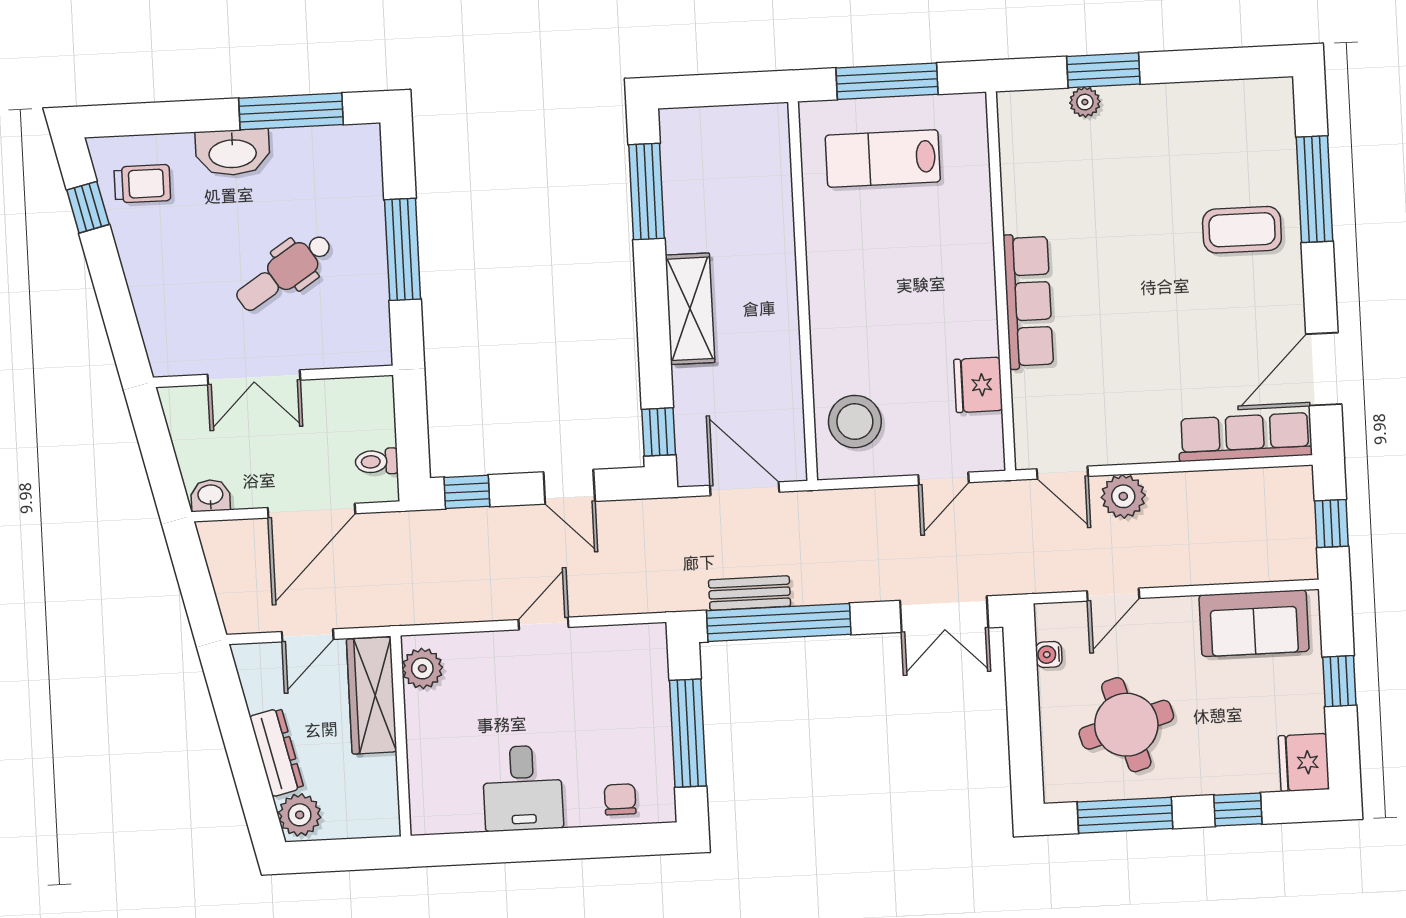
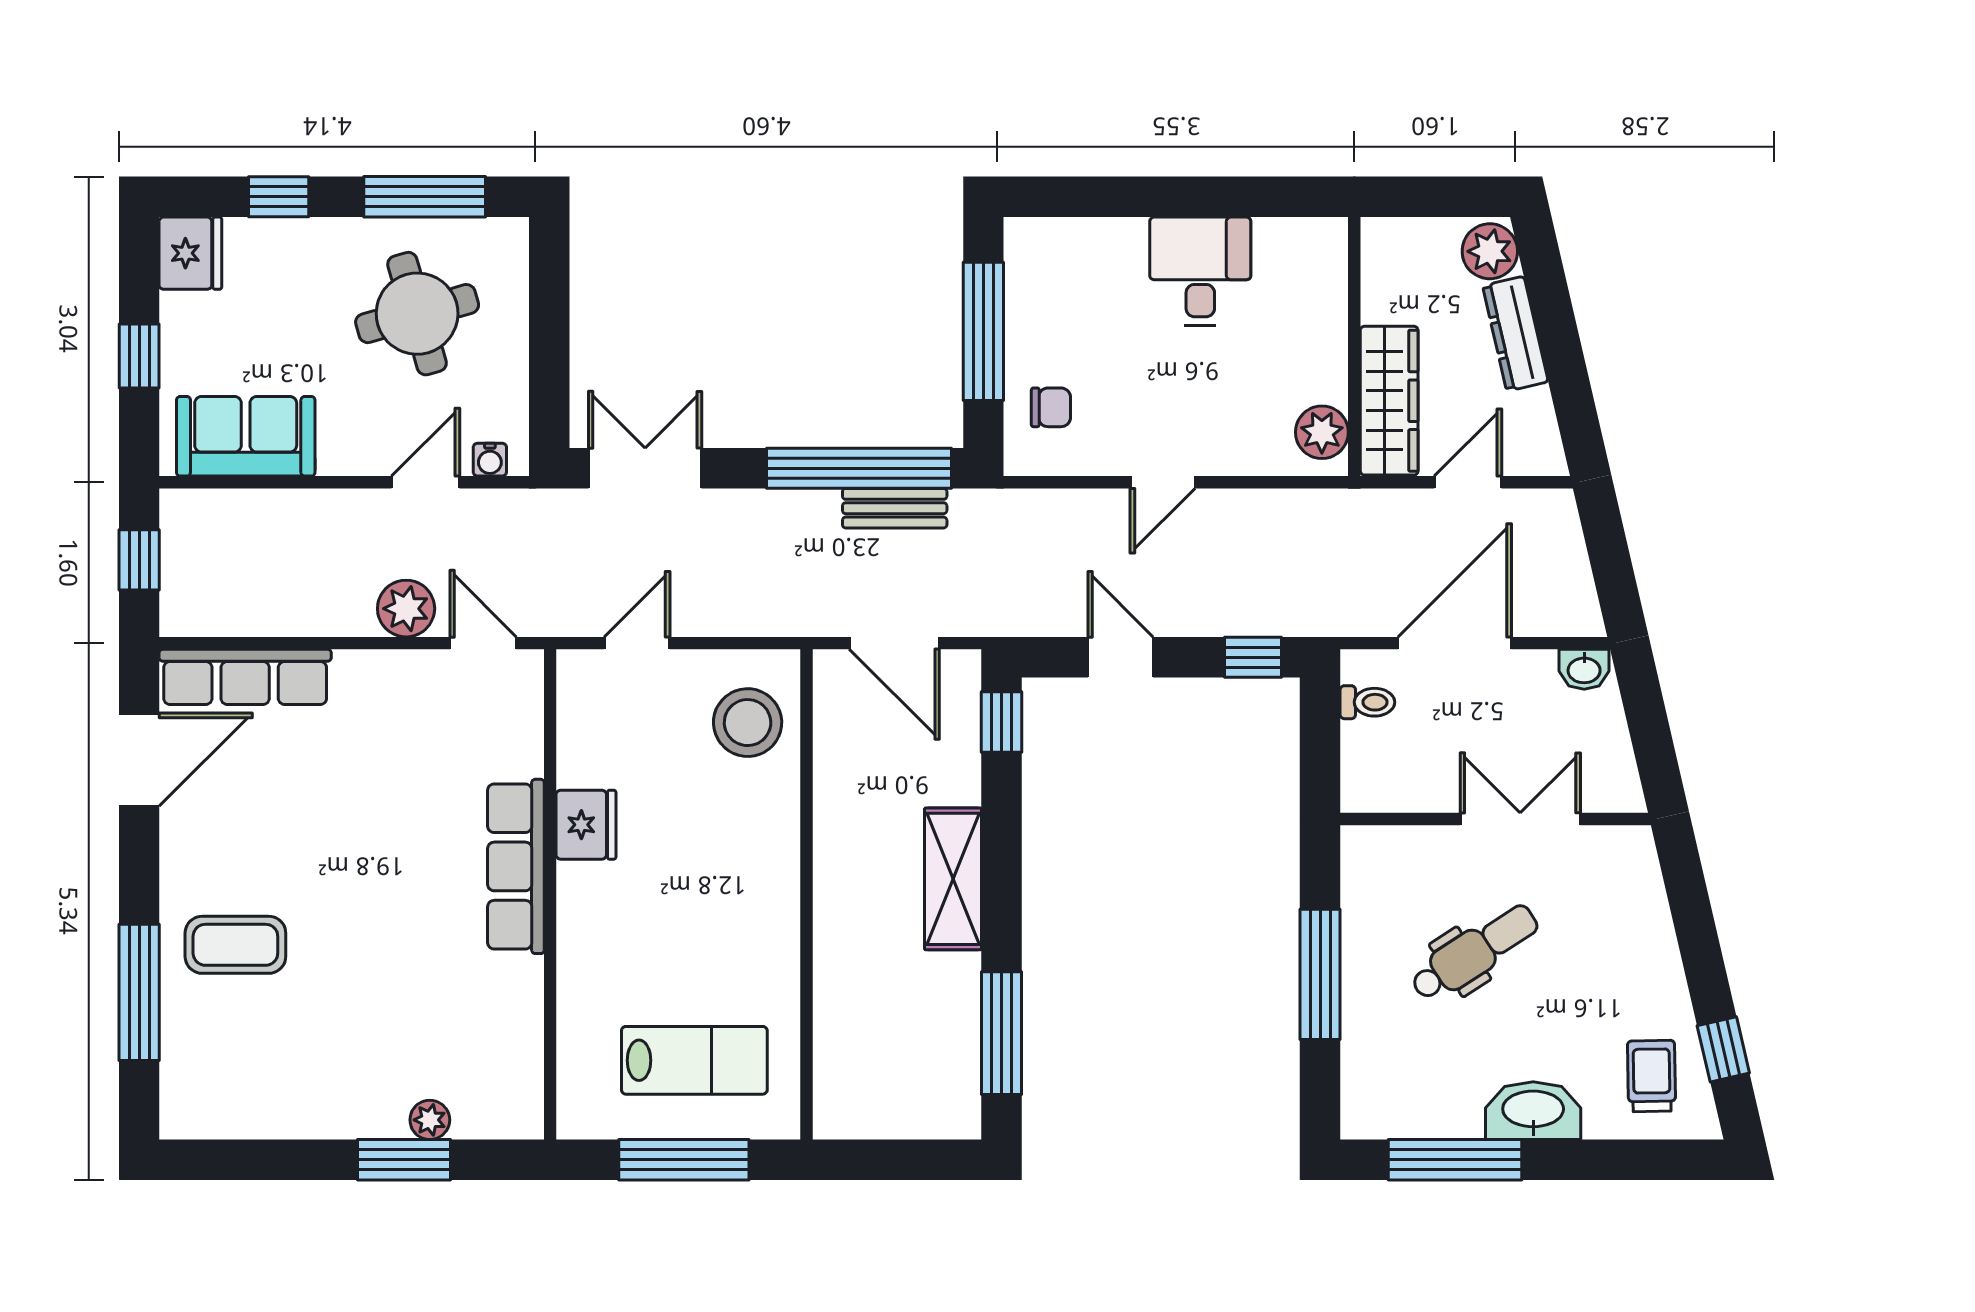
trolley: (142, 184) -> (1652, 1076), turned 89
fridge: (978, 385) -> (586, 825), moved
water cooler: (1049, 654) -> (490, 460), moved, turned 90
chair: (620, 799) -> (1051, 407), moved, turned -90

